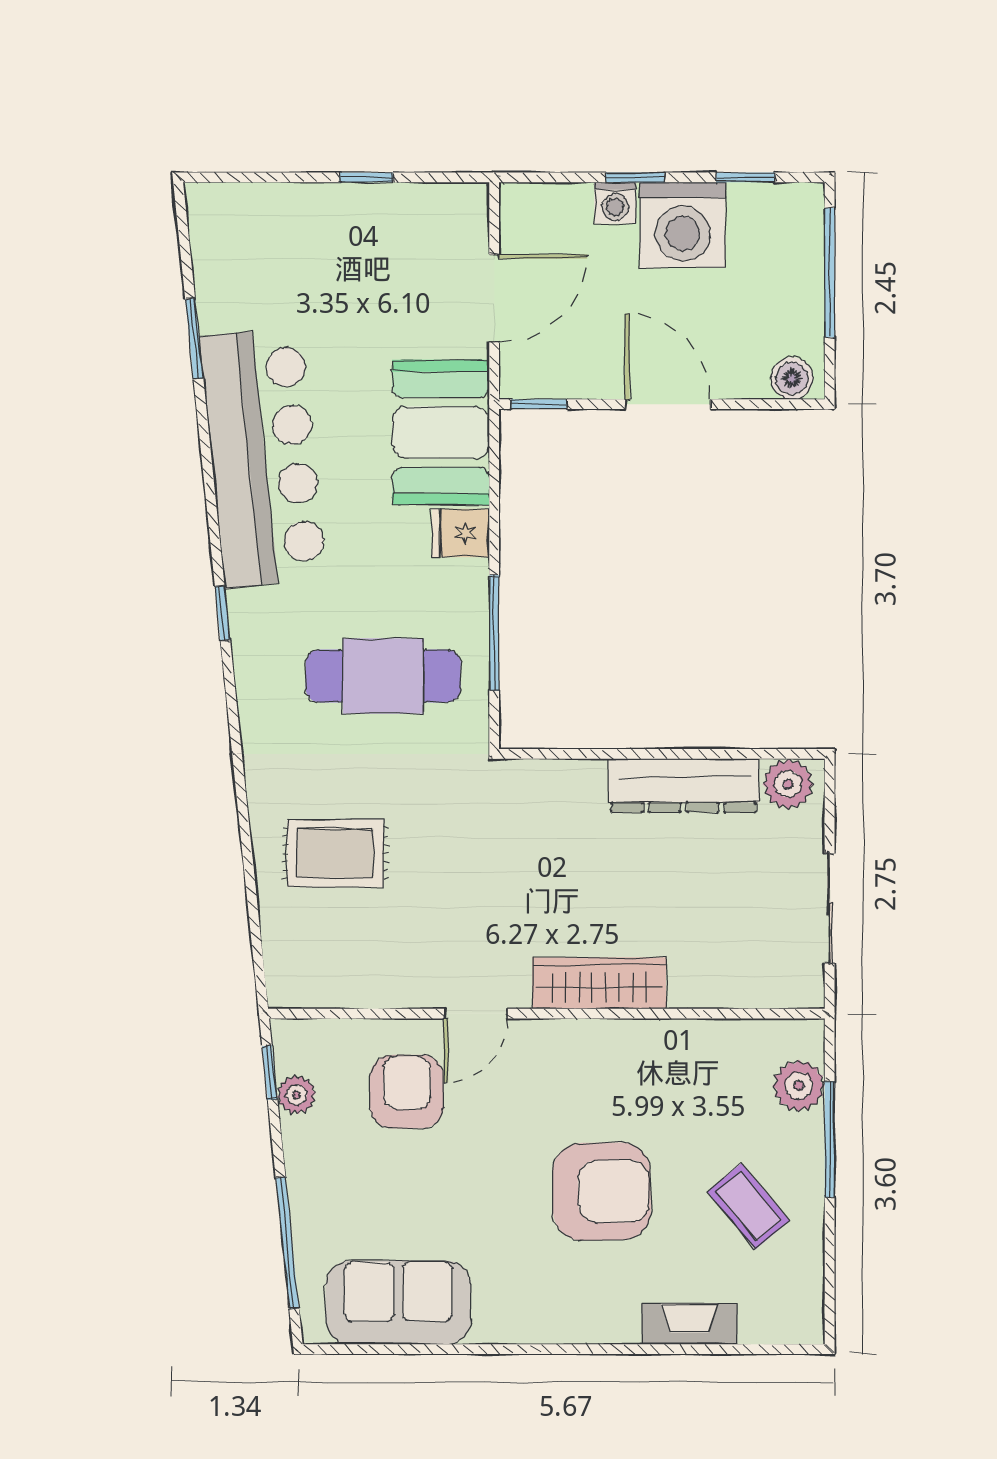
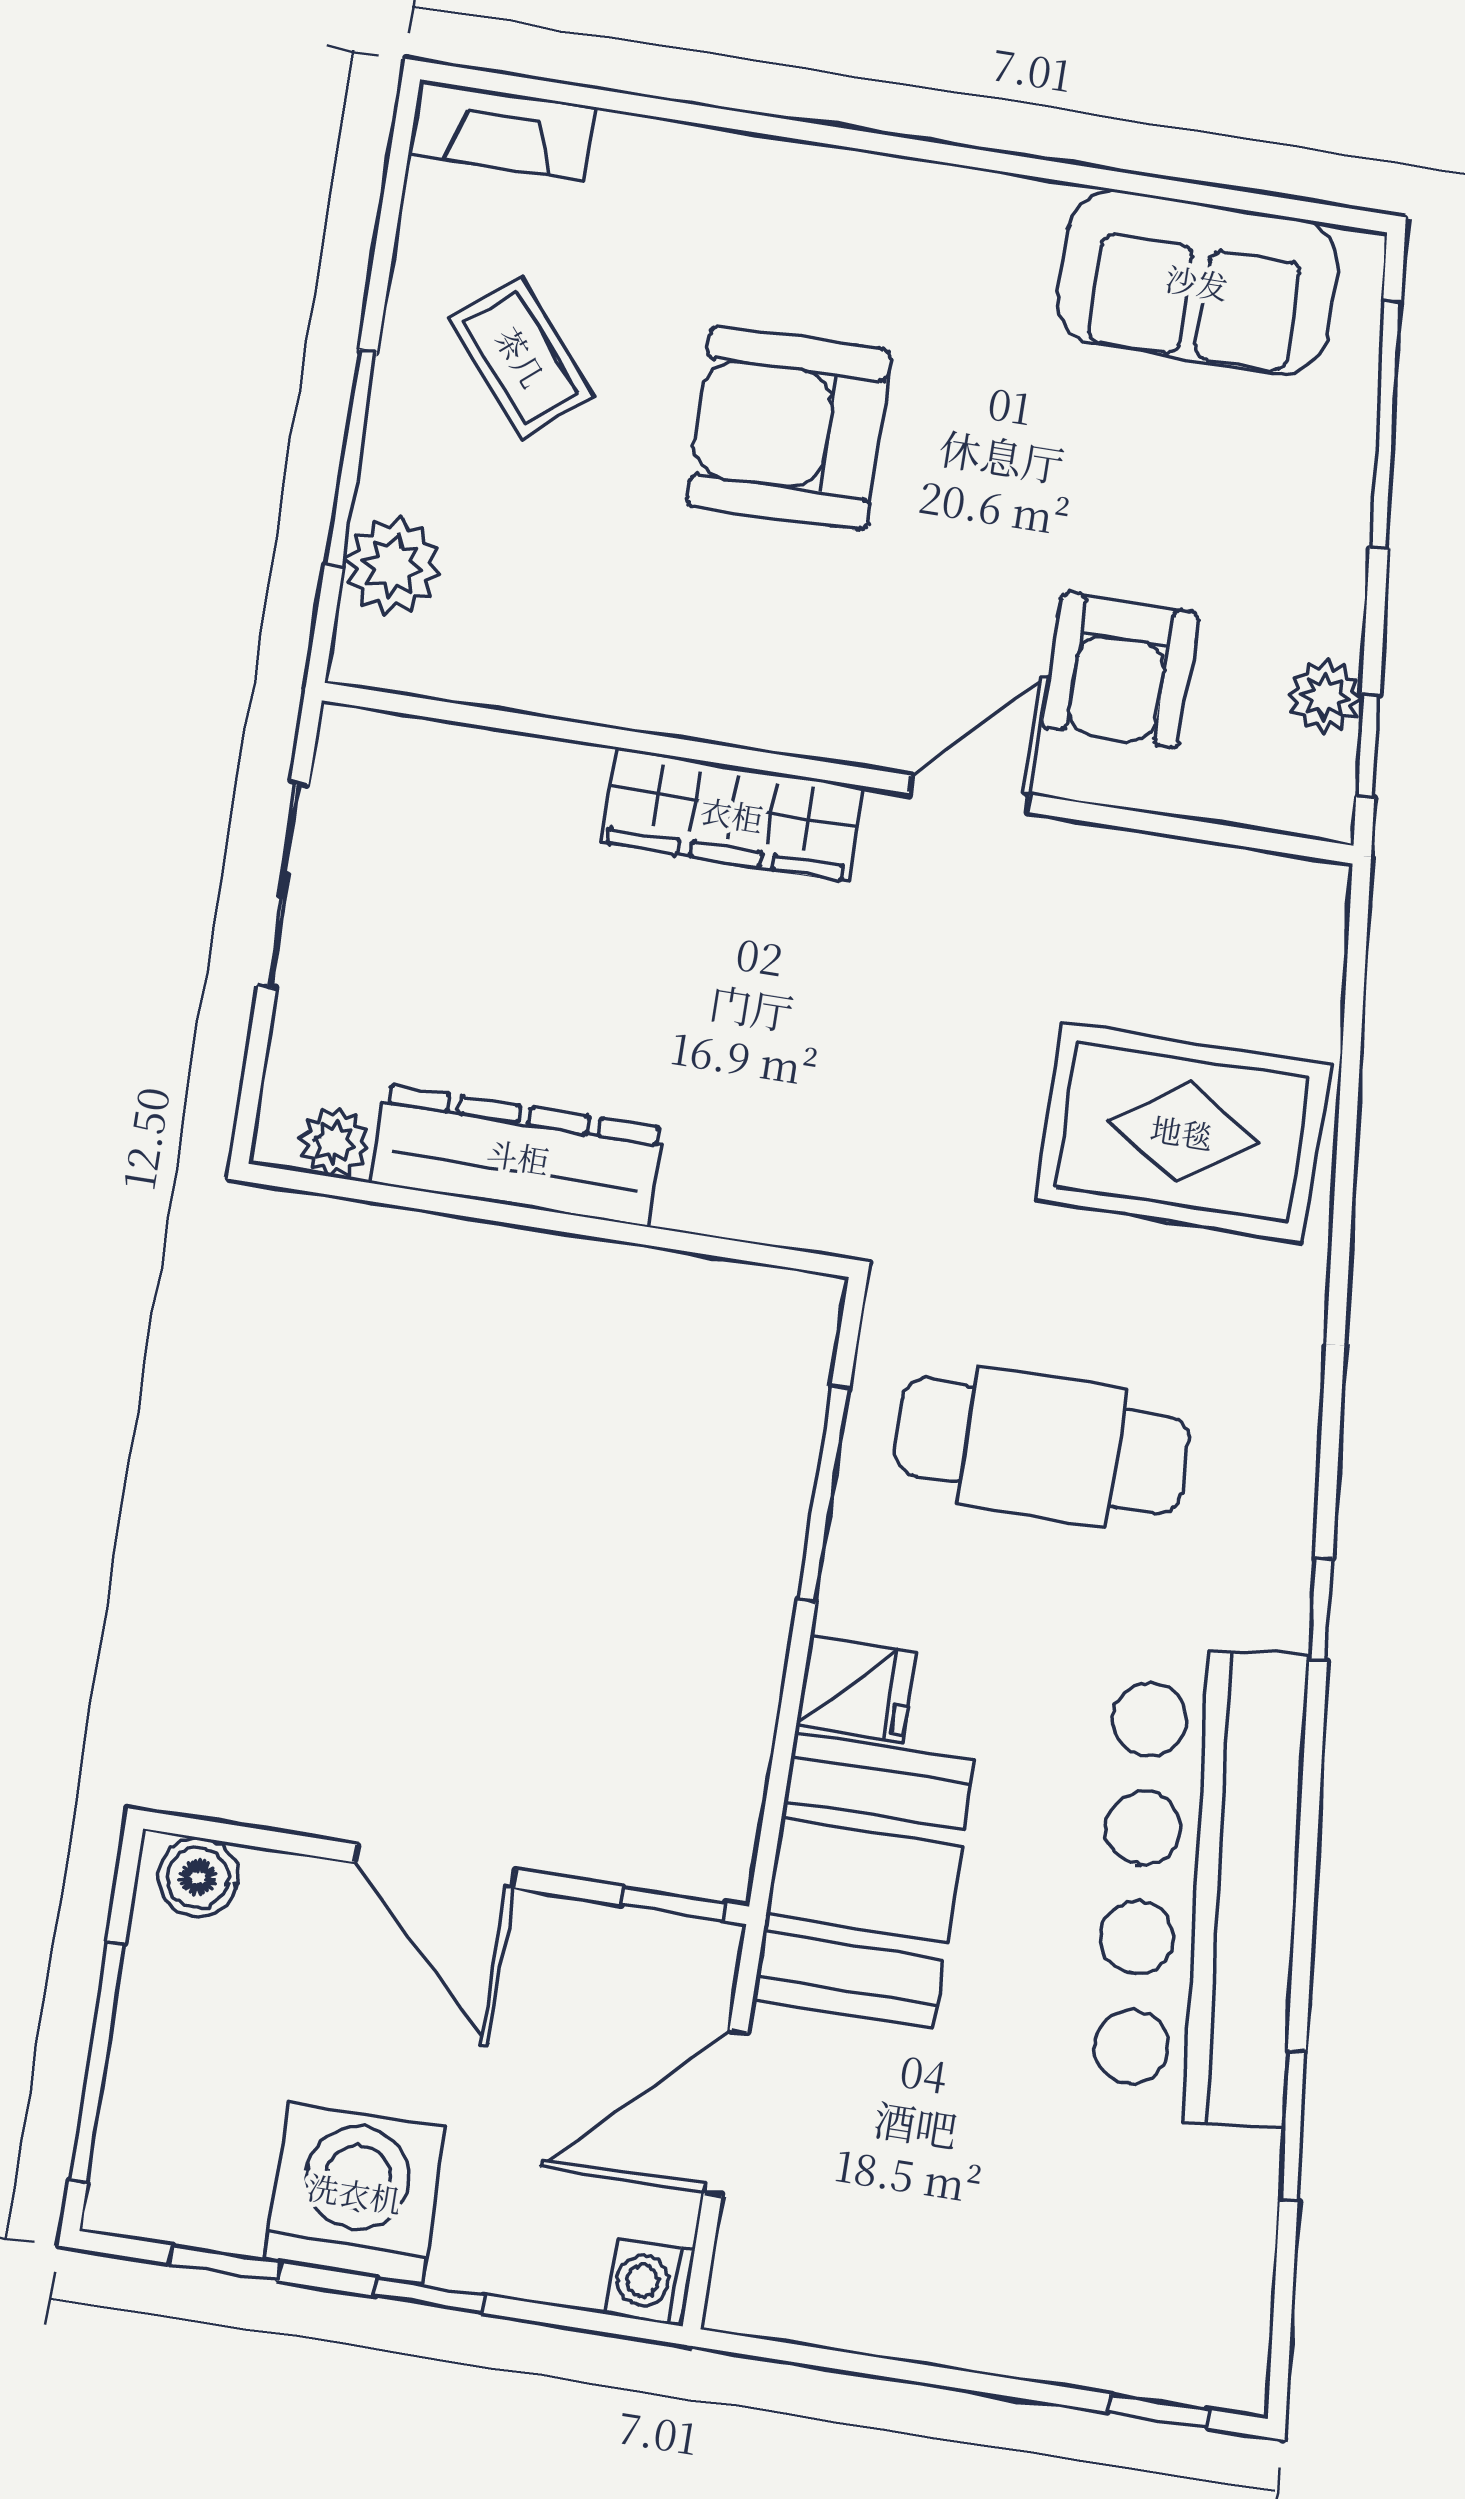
window: (366, 177) -> (1159, 2411), moved
washing machine: (615, 203) -> (650, 2282), moved, turned -90
plant: (788, 784) -> (335, 1142), width x0.73, depth x0.73
rug: (335, 853) -> (1182, 1132), width x1.36, depth x1.43
fireplace: (689, 1324) -> (502, 131), moved

